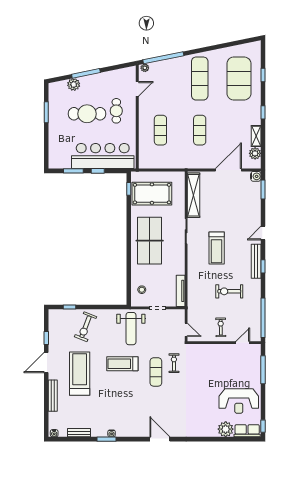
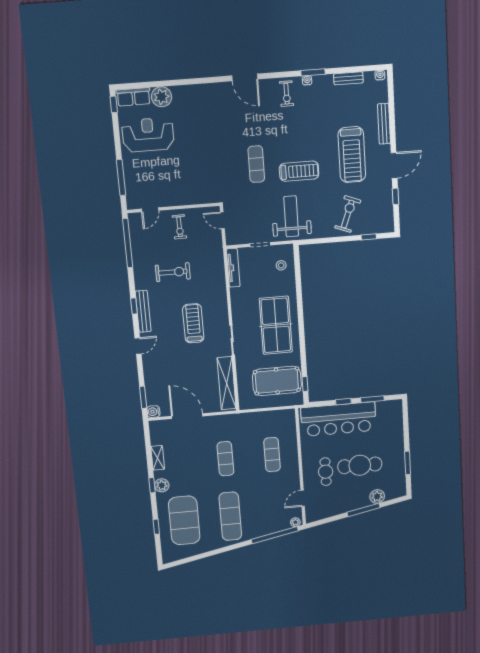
plant: (255, 153) -> (162, 485), moved
door: (228, 170) -> (187, 416), swing flipped
exercise bike: (174, 363) -> (287, 94), moved

